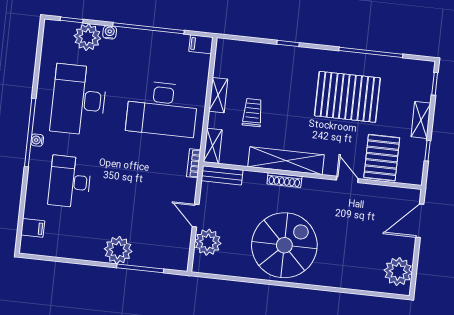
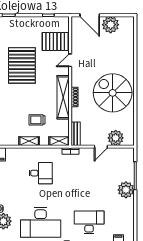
desk: (162, 109) -> (41, 173), width x0.53, depth x0.77
shelving: (421, 120) -> (31, 21), removed
desk: (70, 182) -> (89, 222), turned 180
plant: (398, 272) -> (111, 25), moved

